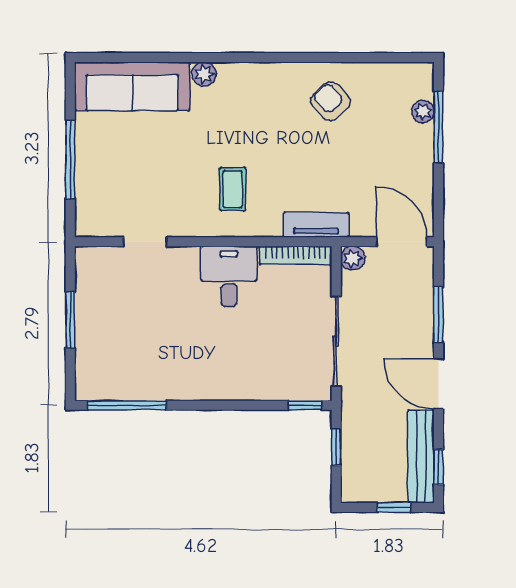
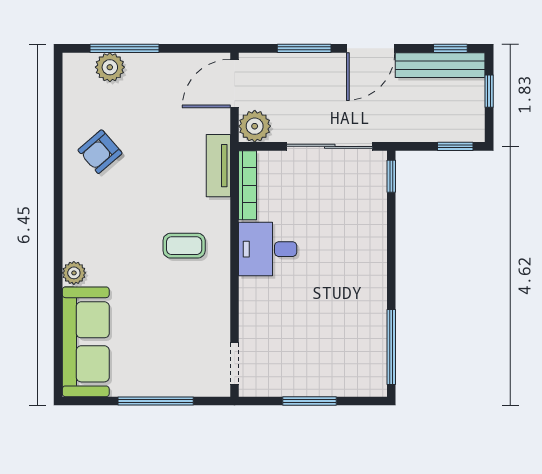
plant: (423, 112) -> (110, 67), width x1.38, depth x1.38
doorway: (145, 242) -> (234, 363), moved
plant: (353, 258) -> (255, 126), width x1.38, depth x1.38
window: (336, 447) -> (455, 146), moved

